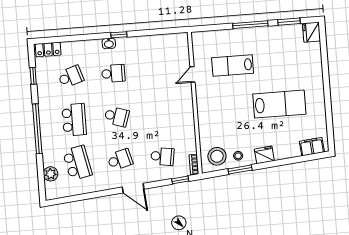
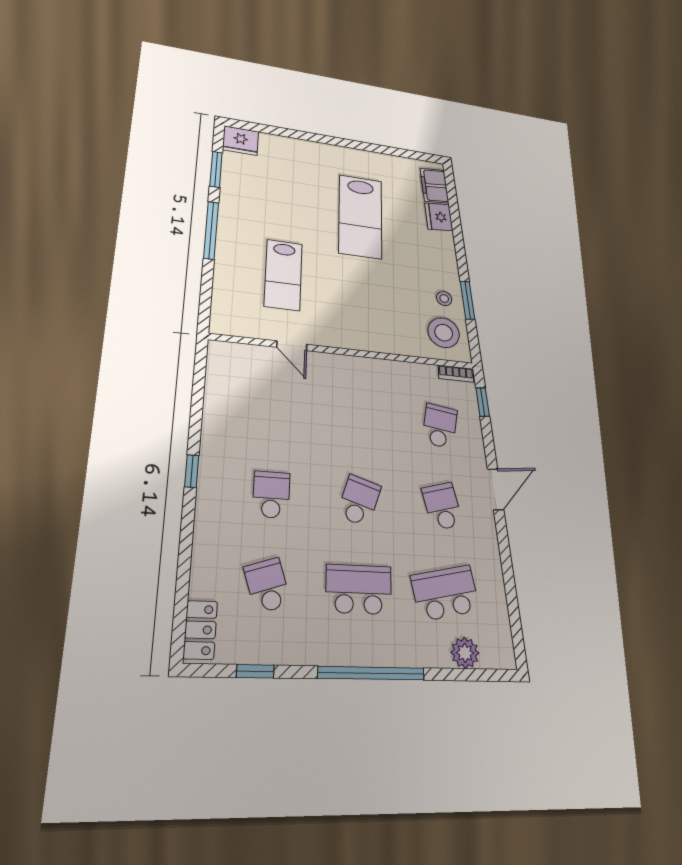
washbasin: (109, 43) -> (207, 495), removed
lab bench: (279, 104) -> (360, 217), turned 180
fridge: (264, 155) -> (439, 217), moved

